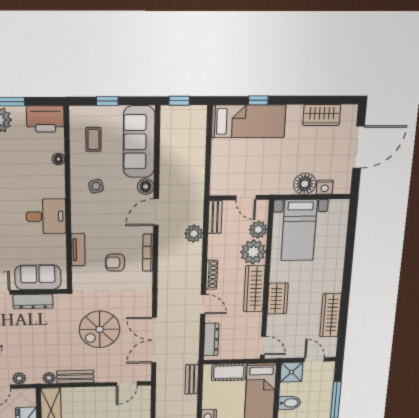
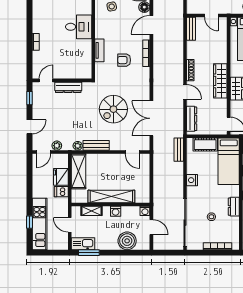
plant: (258, 230) -> (221, 38), removed
plant: (194, 234) -> (177, 40), removed
plant: (253, 252) -> (218, 54), removed
sofa: (38, 277) -> (72, 70), removed
door: (127, 384) -> (132, 152), hinge flipped

